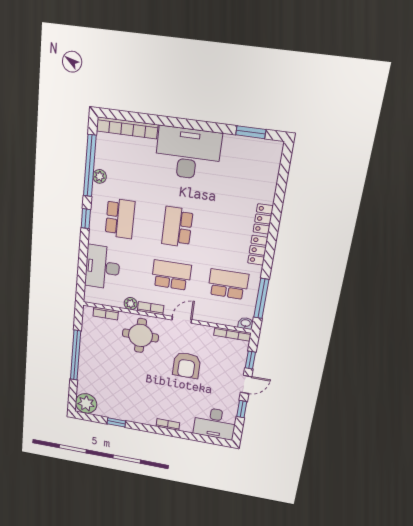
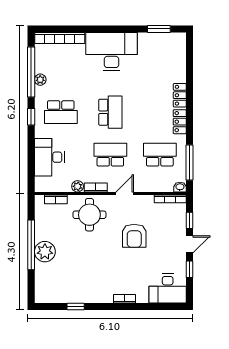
school desk: (120, 218) -> (61, 112), turned 90
school desk: (177, 227) -> (110, 112), turned 180
plant: (86, 403) -> (45, 252), moved

